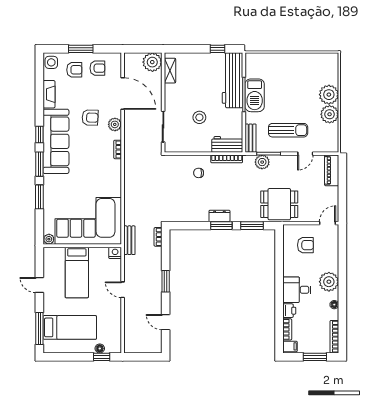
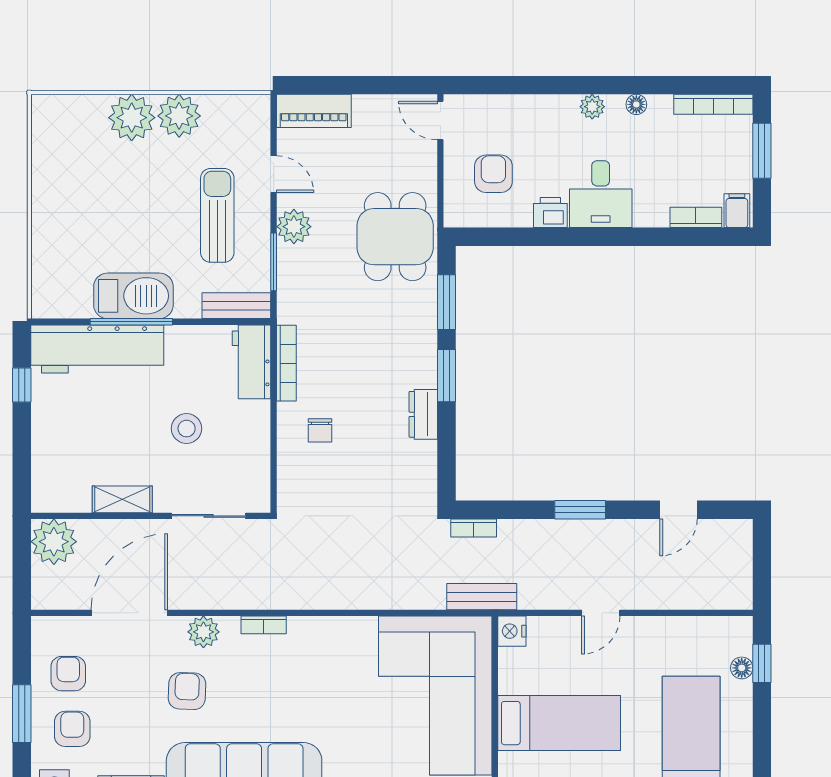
shelving: (170, 71) -> (122, 499), moved
plant: (262, 162) -> (294, 227), moved
dresser: (219, 216) -> (423, 414), moved
plant: (329, 282) -> (592, 107), width x0.53, depth x0.53
printer: (289, 311) -> (550, 213), moved

